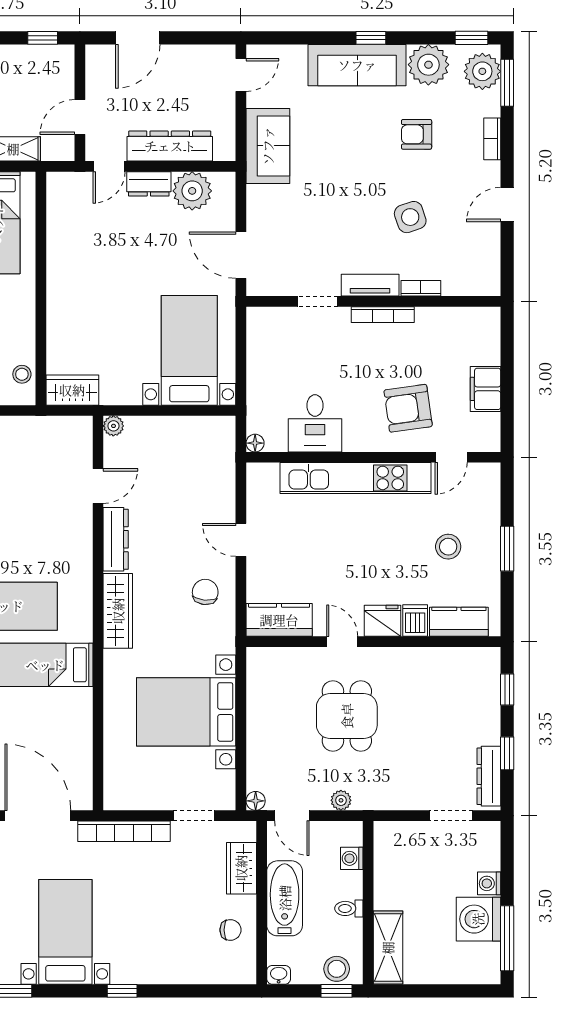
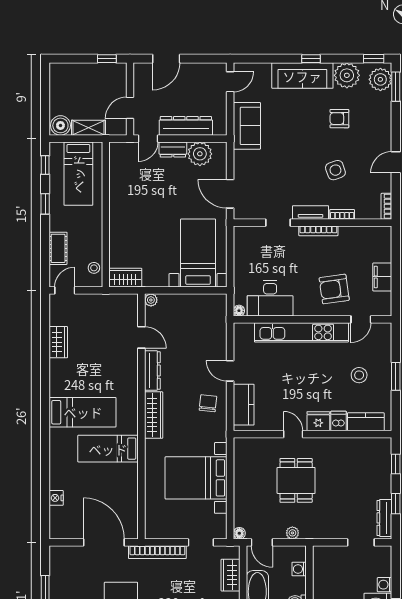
bookcase: (492, 139) -> (386, 206), moved
desk: (315, 423) -> (270, 298), width x1.37
door: (98, 486) -> (141, 337), hinge flipped
kitchen counter: (279, 620) -> (244, 405), moved, turned 90

